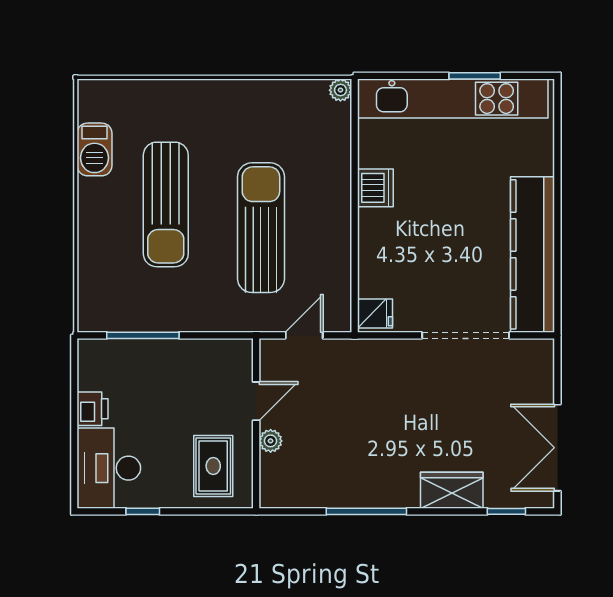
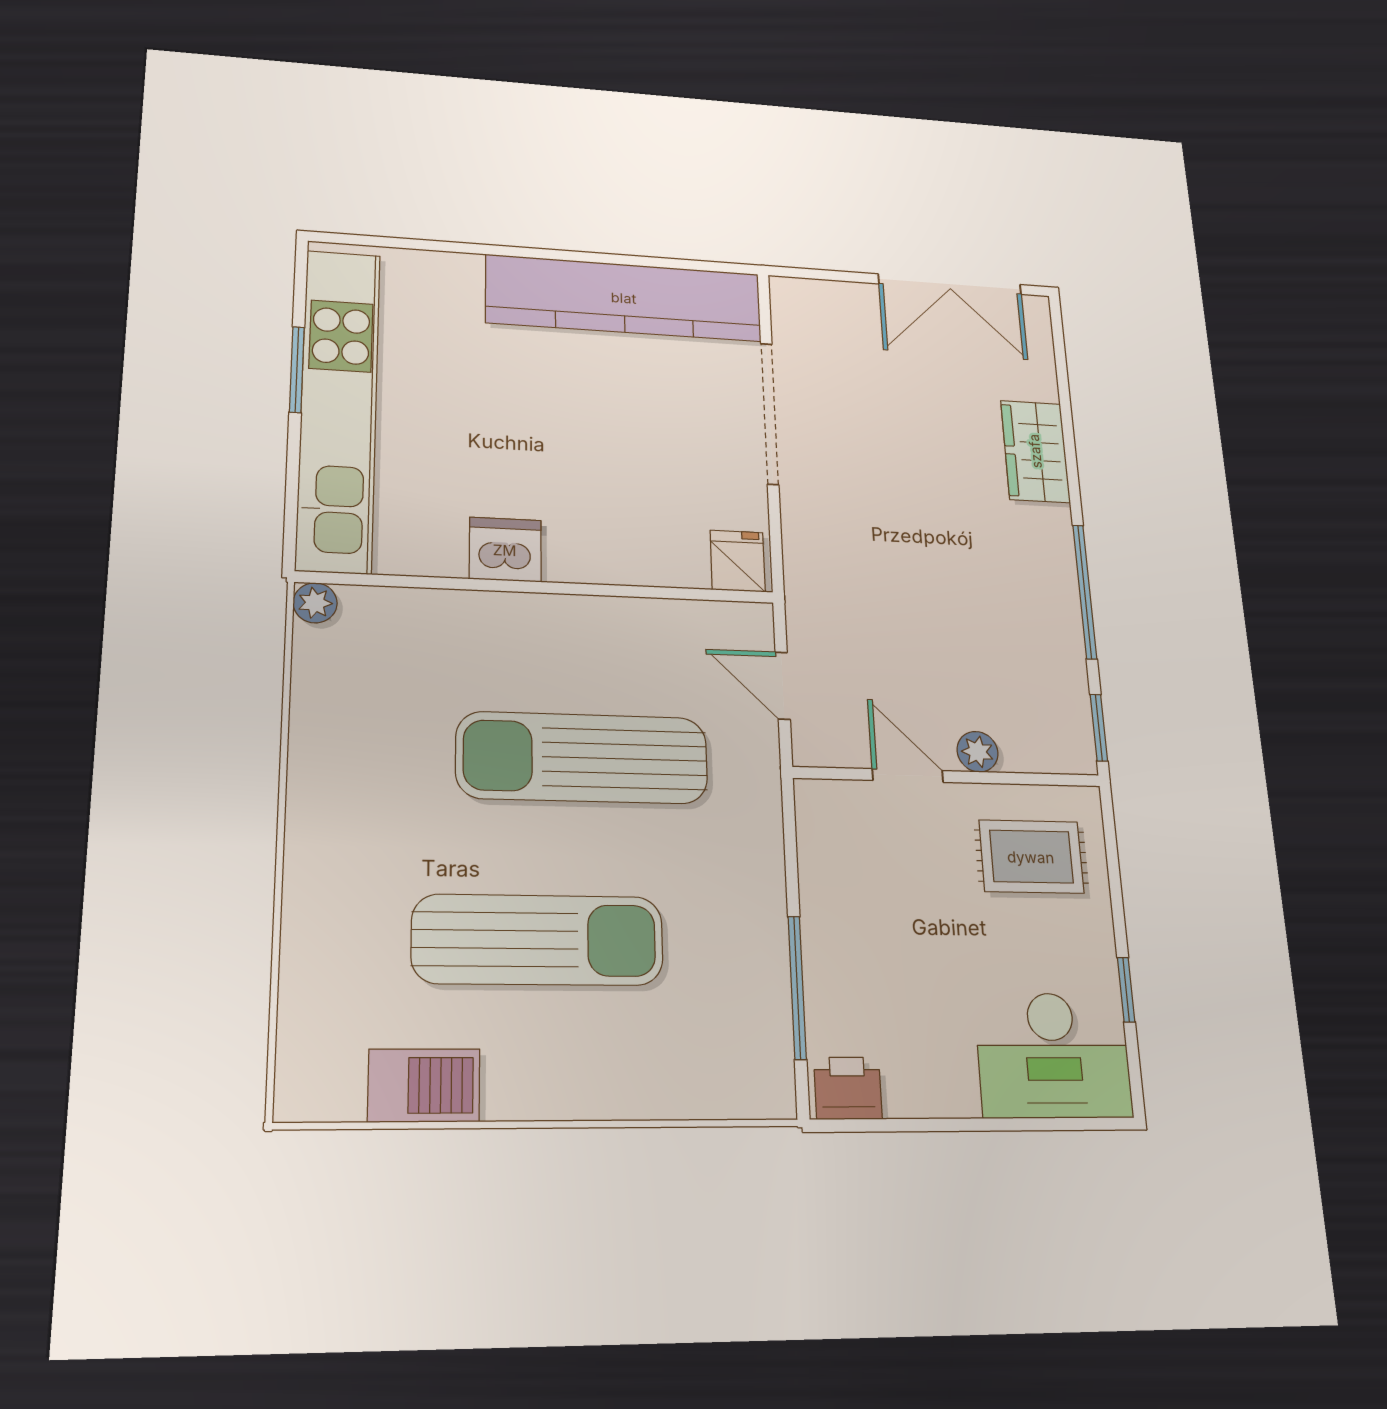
printer: (93, 409) -> (848, 1088), moved
window: (506, 511) -> (1099, 728), moved

